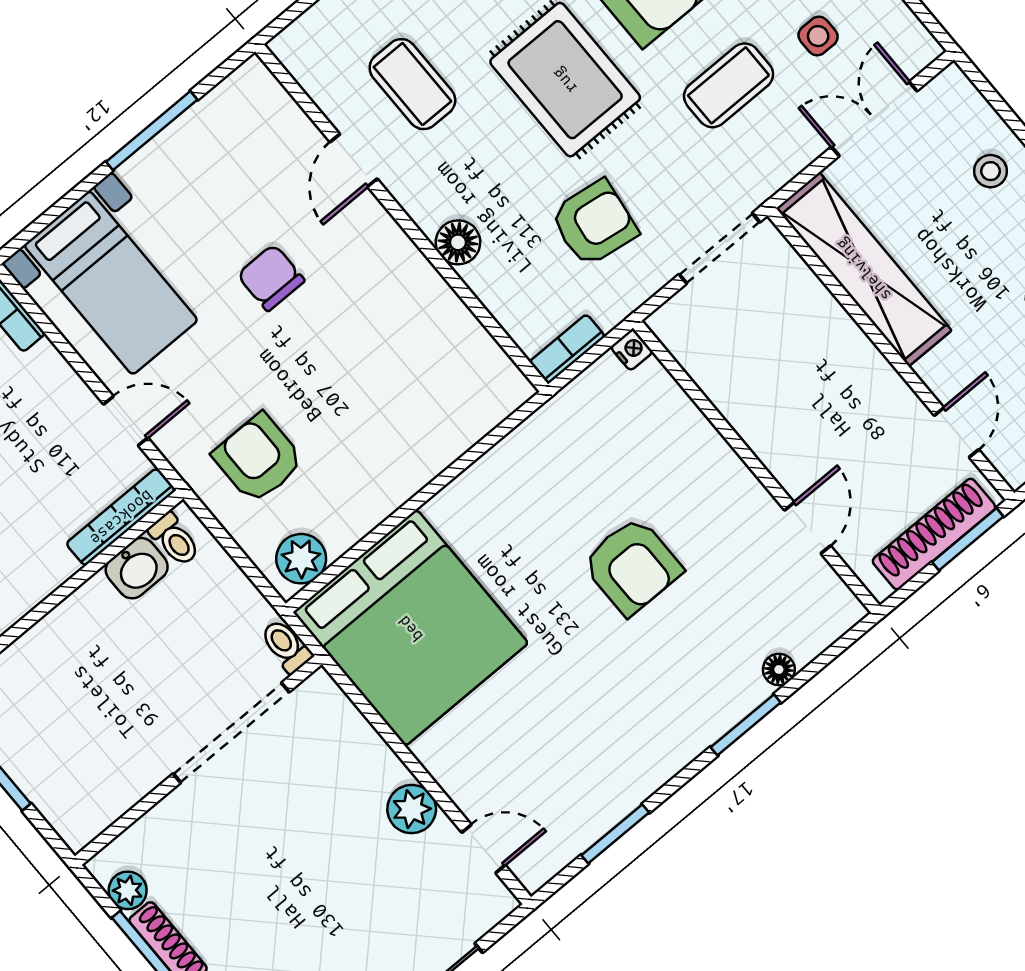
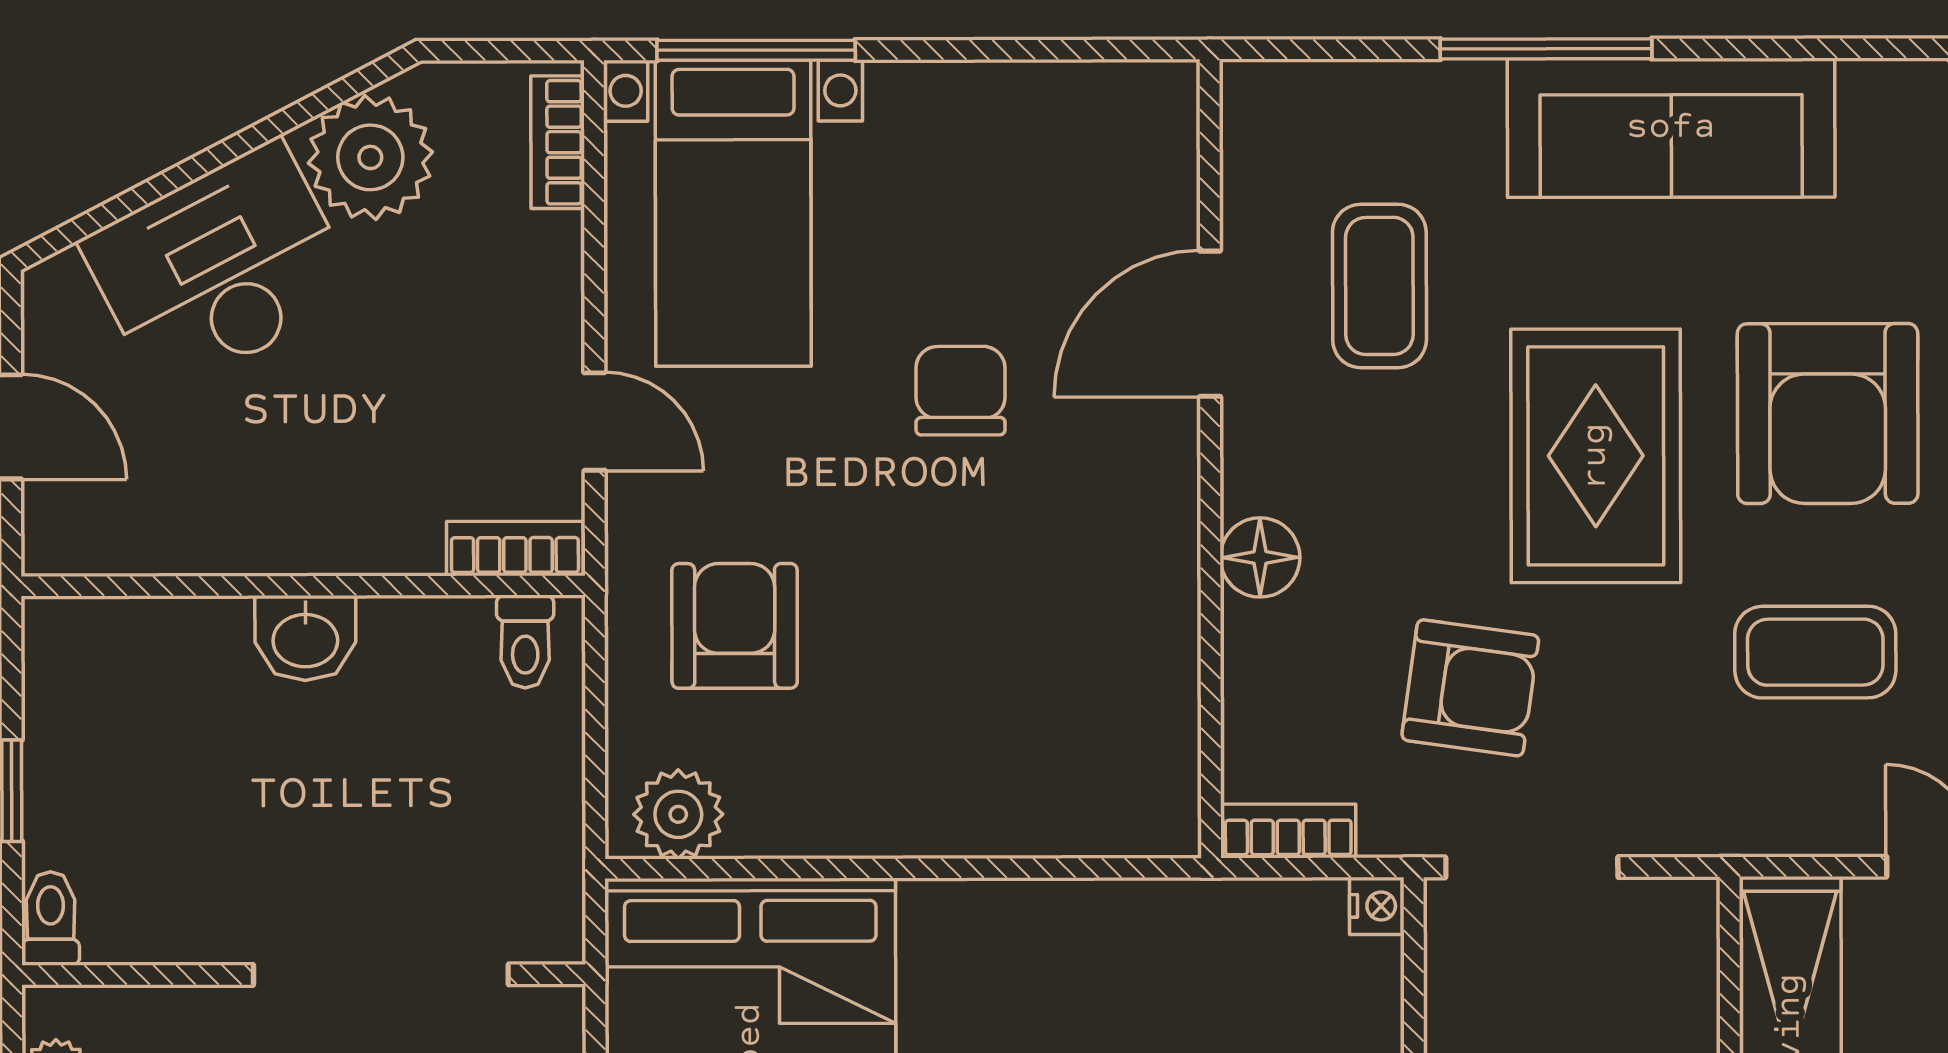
window: (152, 131) -> (756, 50), moved
door: (354, 160) -> (1210, 324), width x1.38
doorway: (719, 248) -> (1532, 867), moved
bookcase: (121, 517) -> (515, 548), width x0.64
washbasin: (137, 568) -> (305, 638), moved
toilet: (286, 646) -> (51, 918), moved

